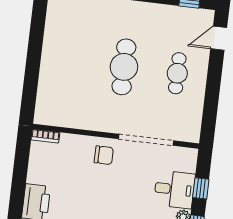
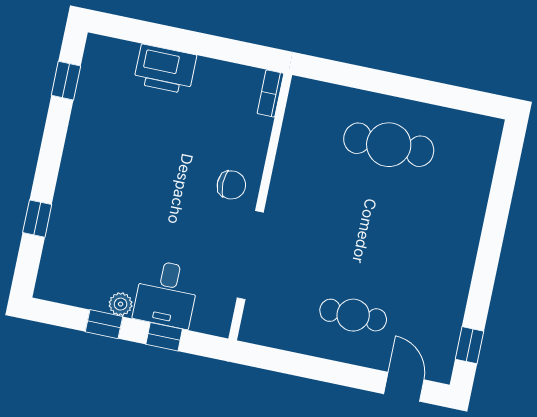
cafe table: (124, 67) -> (389, 145), moved
chair: (104, 155) -> (231, 185), turned -90

